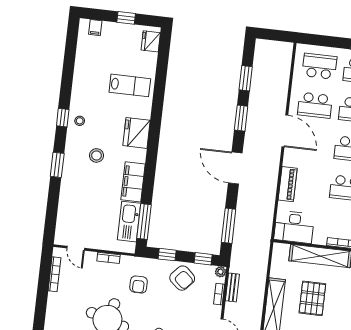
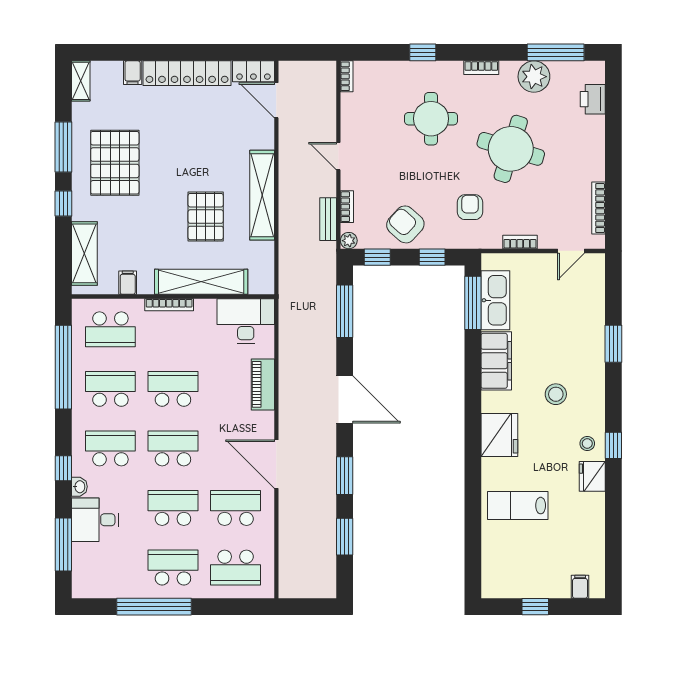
fridge: (151, 41) -> (592, 476), moved, turned 180
window: (57, 165) -> (613, 344), moved
door: (76, 248) -> (571, 251), swing flipped

